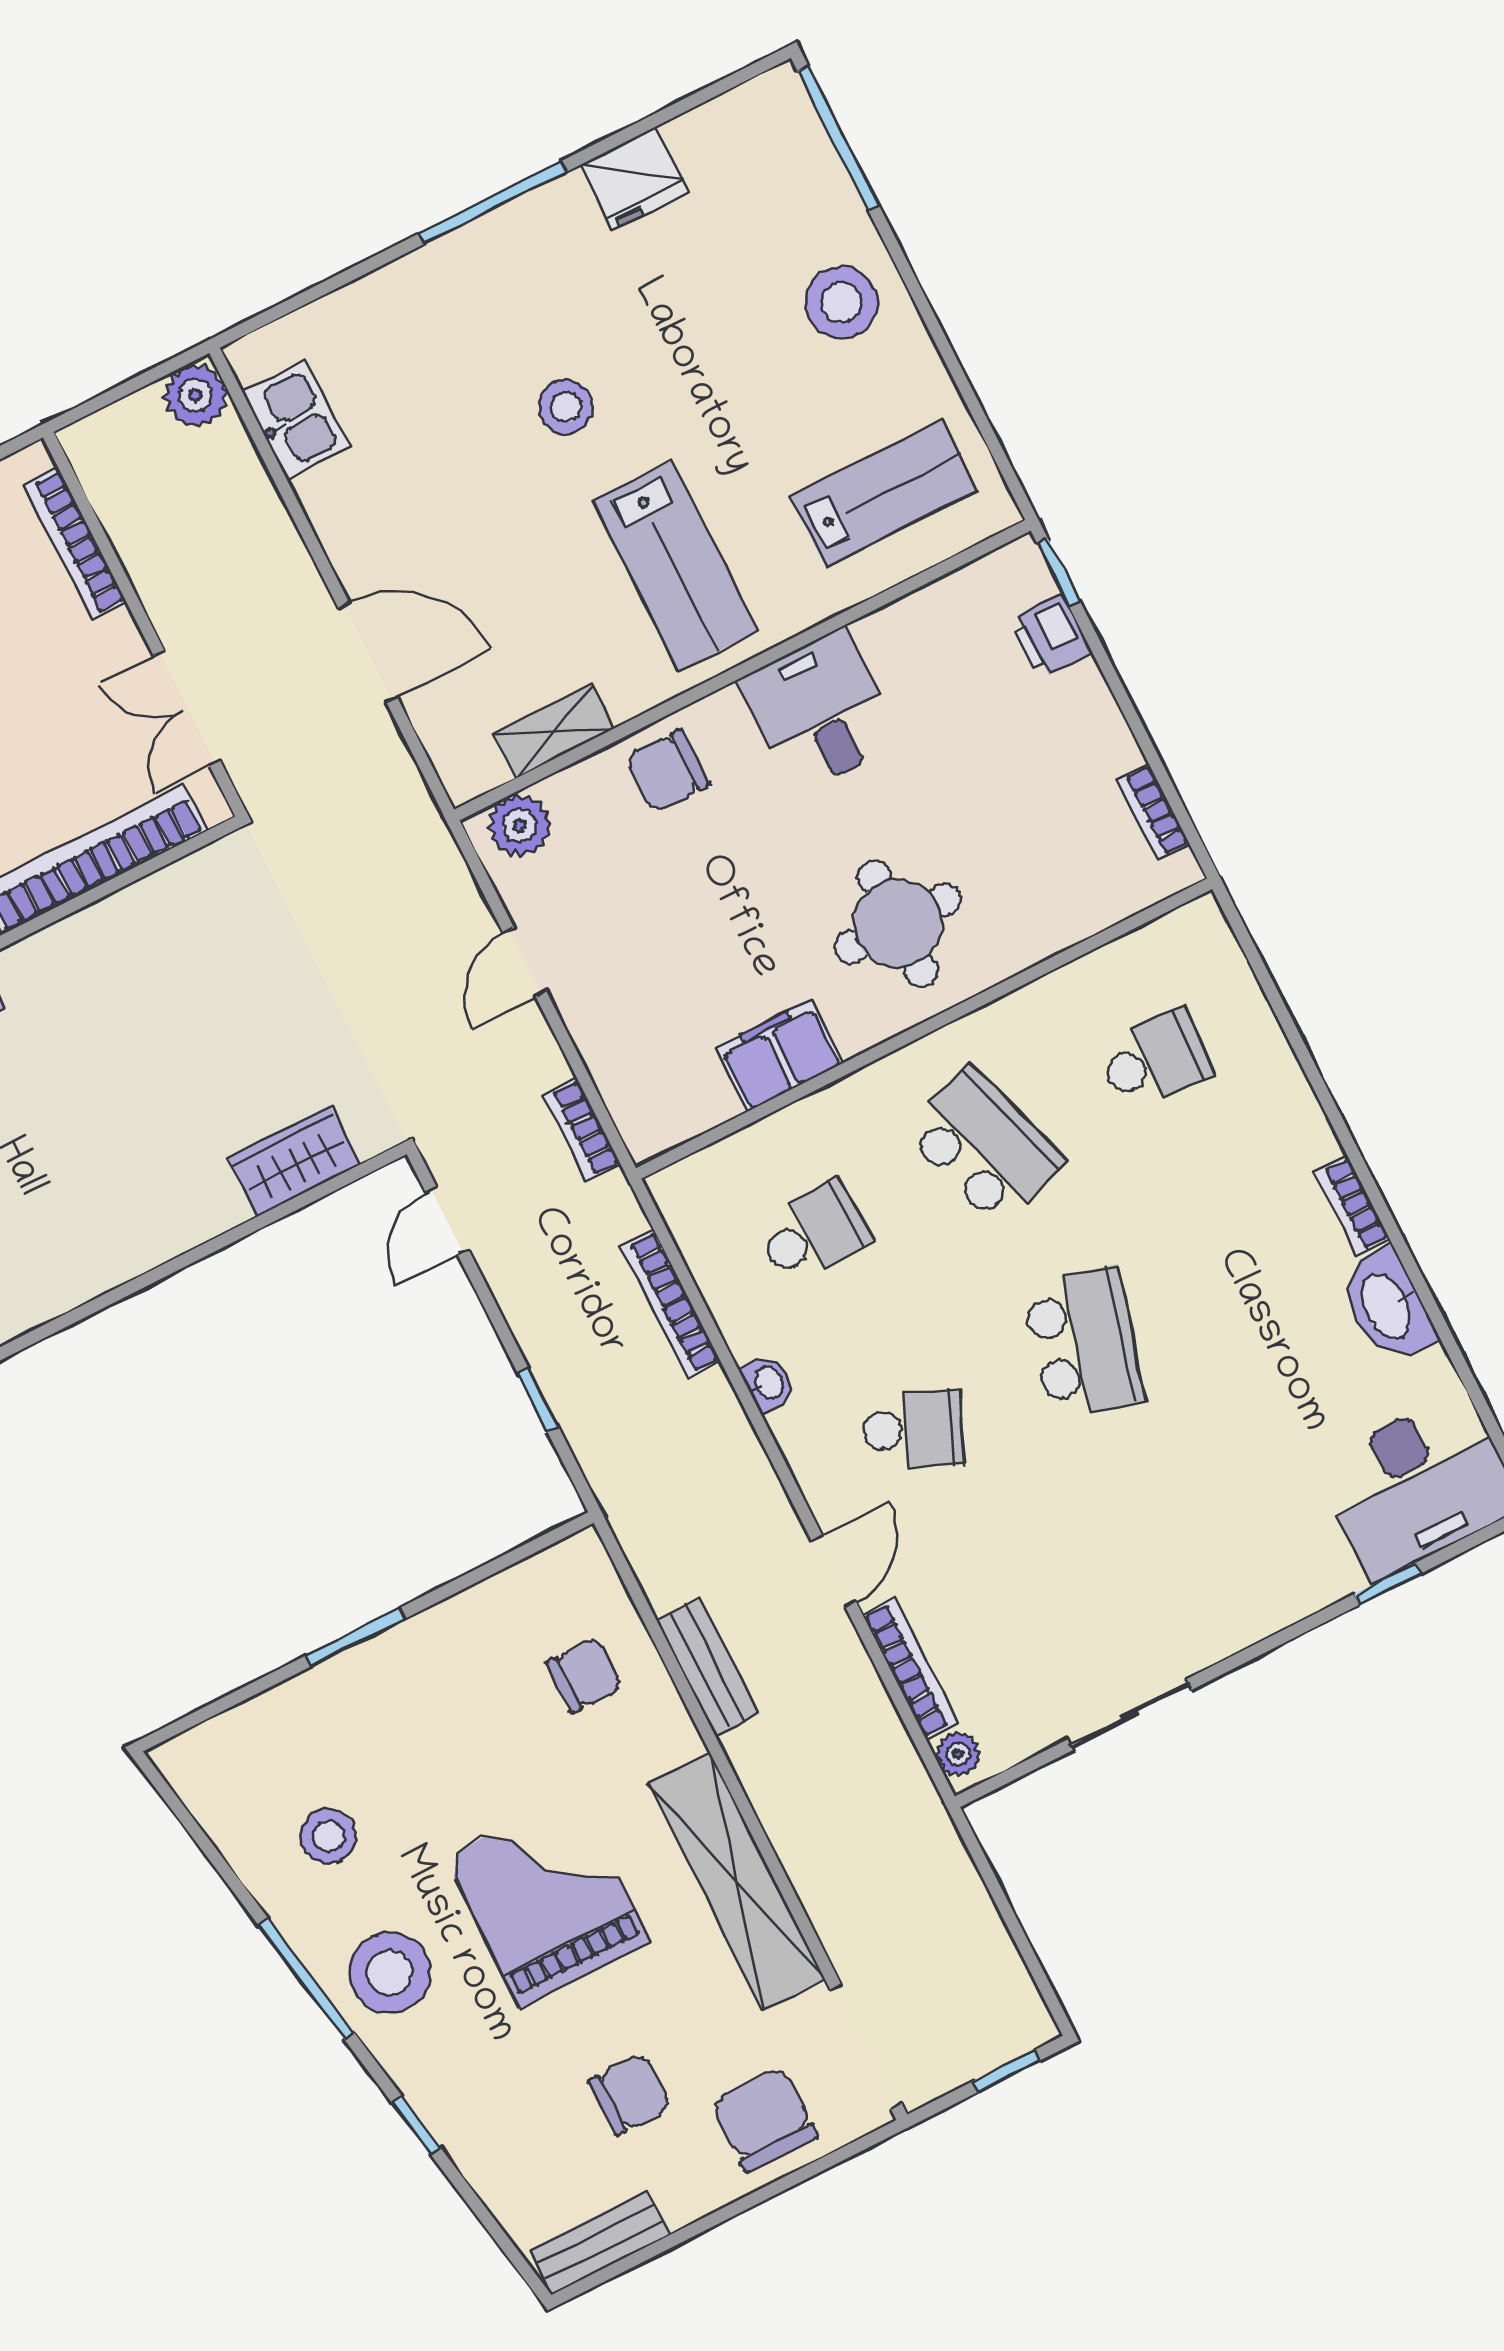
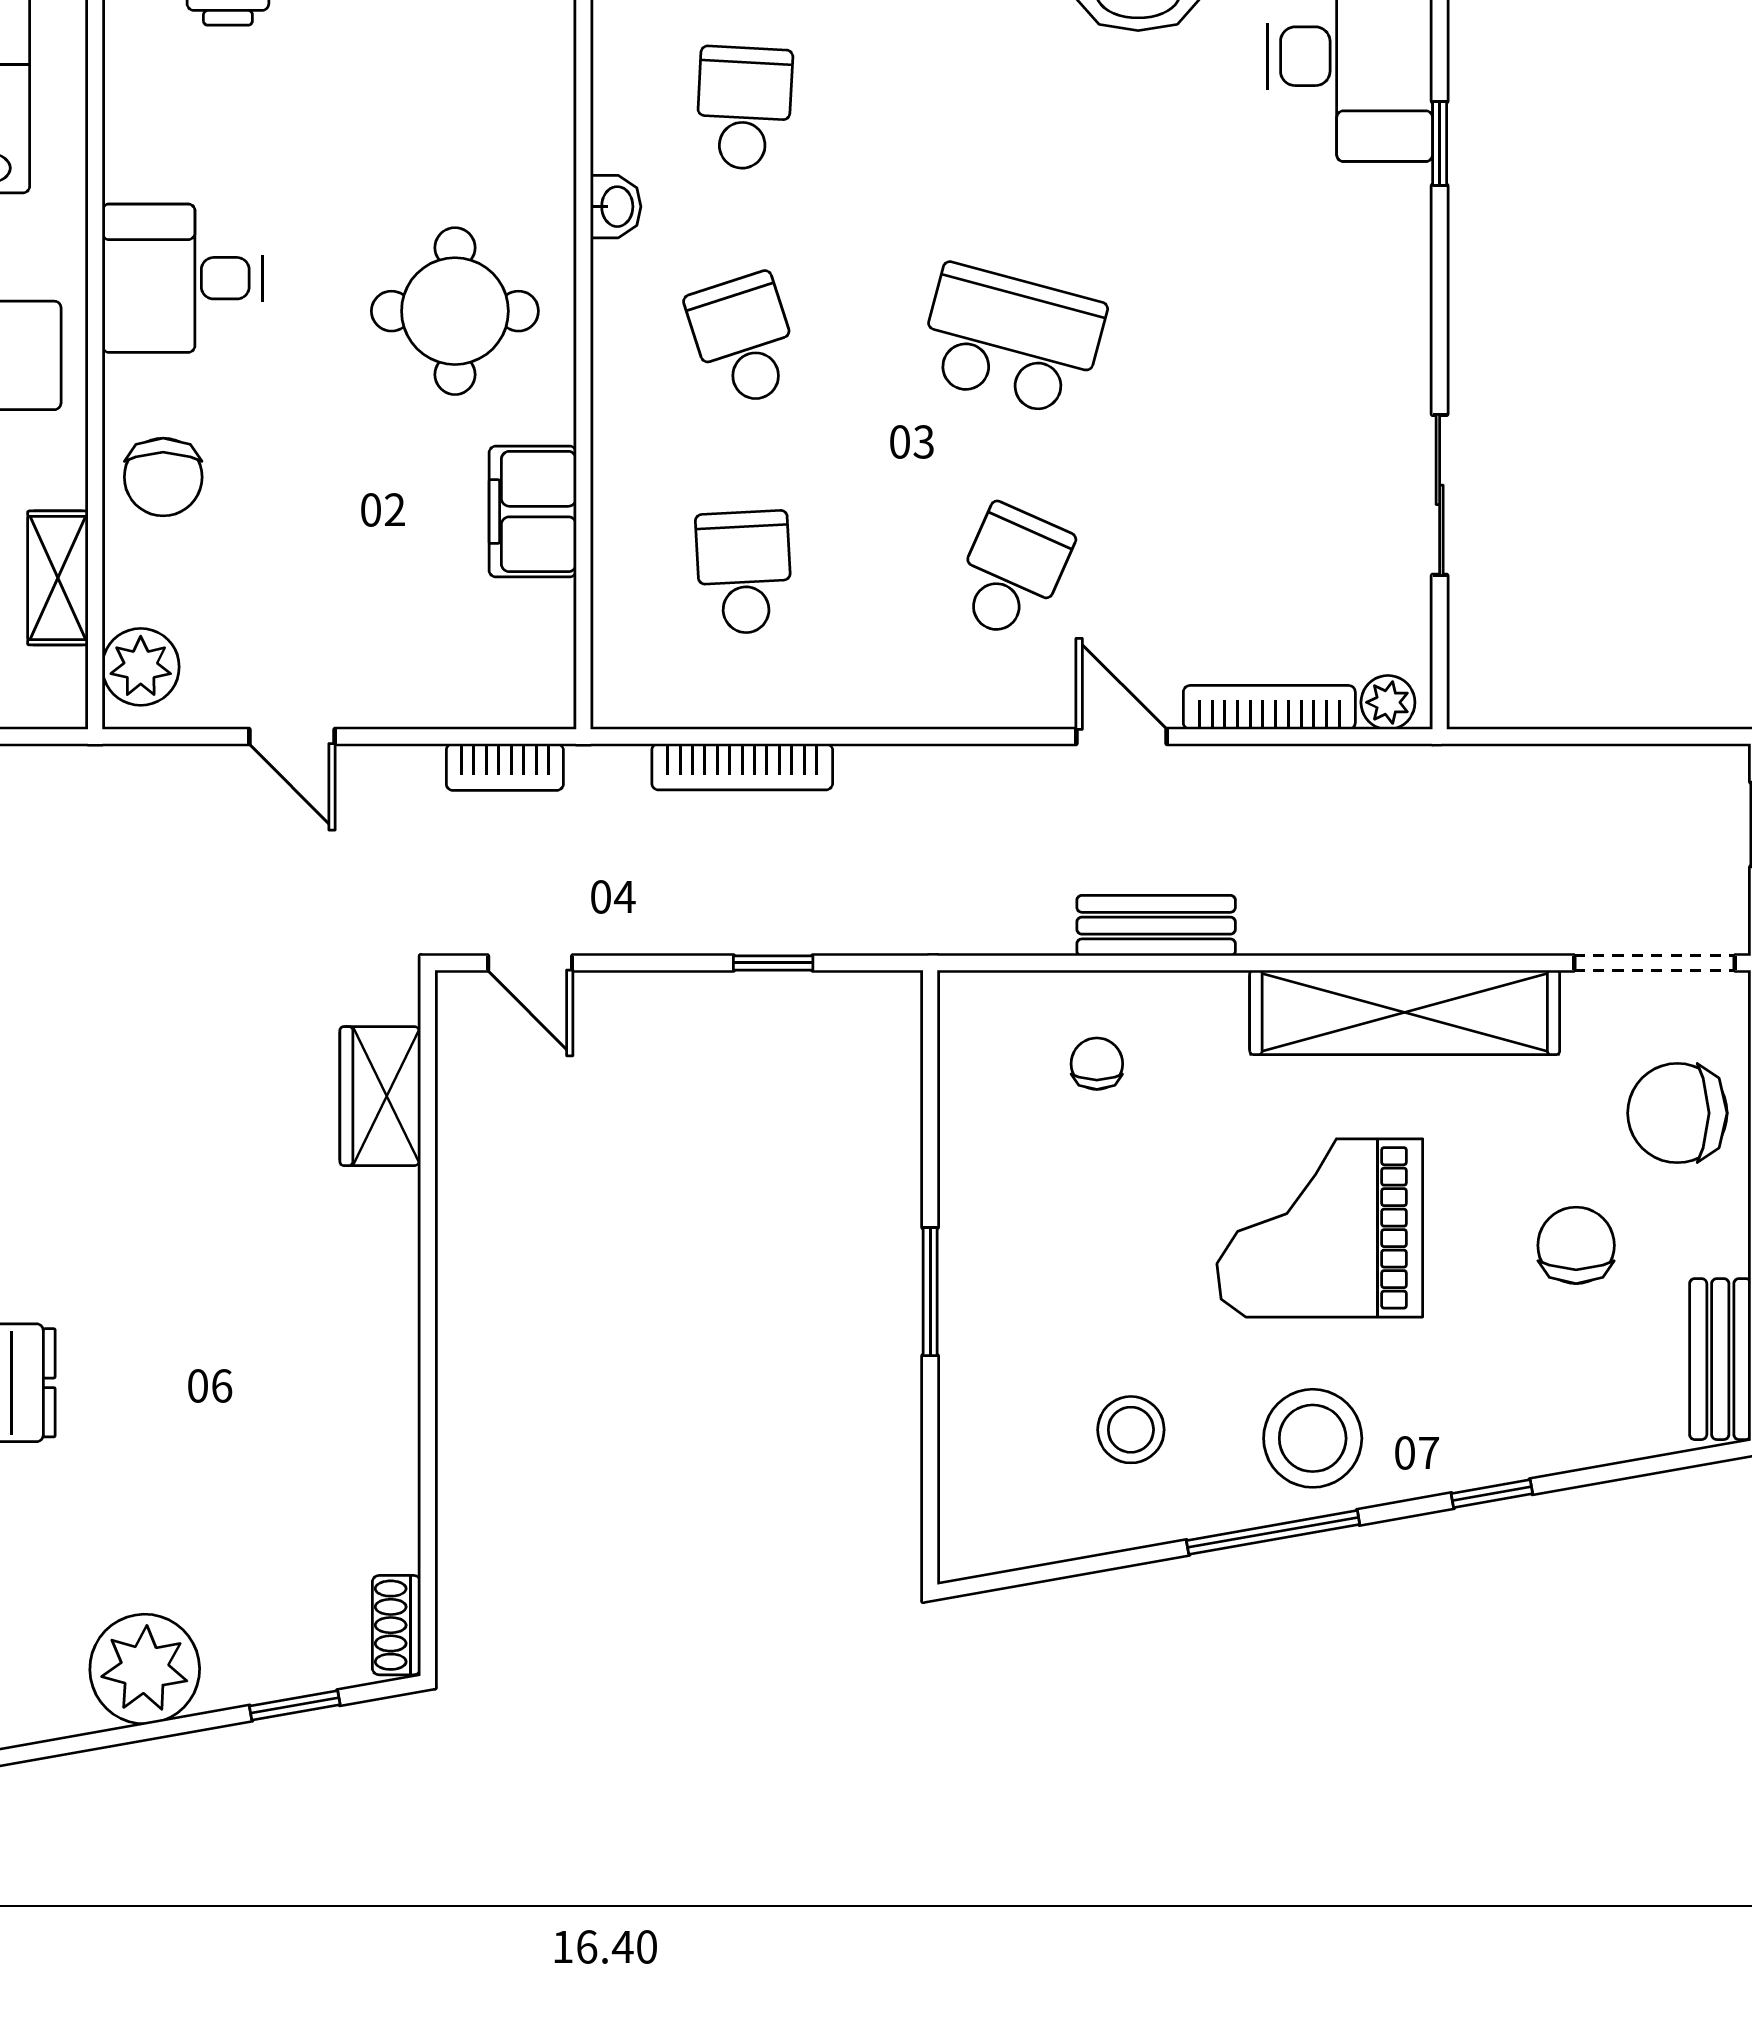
school desk: (984, 1147) -> (744, 340), width x0.54
washbasin: (768, 1383) -> (616, 207), moved, turned 90
chair: (584, 1675) -> (1097, 1064), width x0.73, depth x0.73

